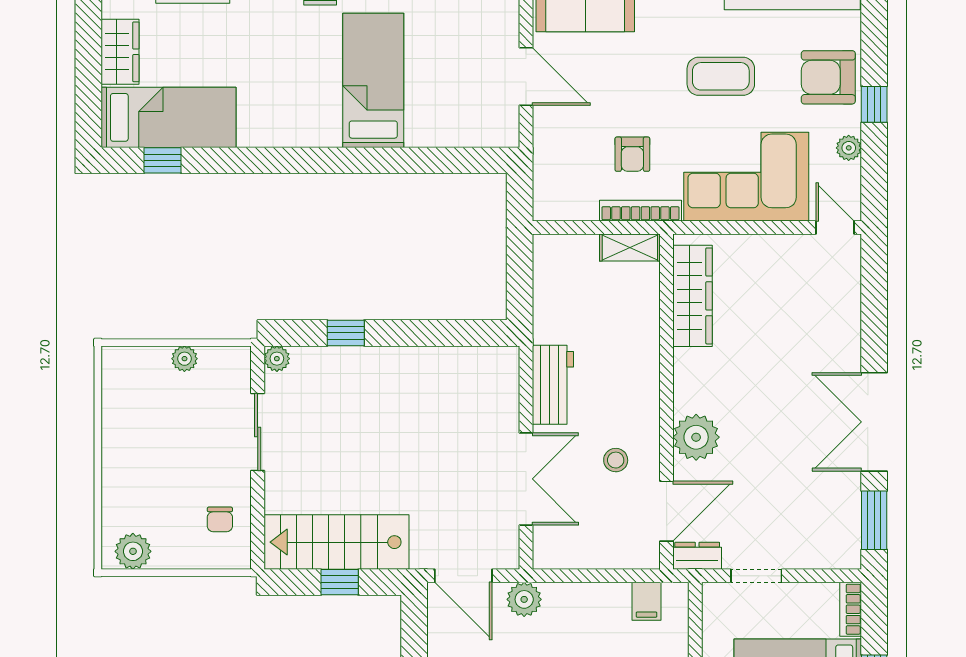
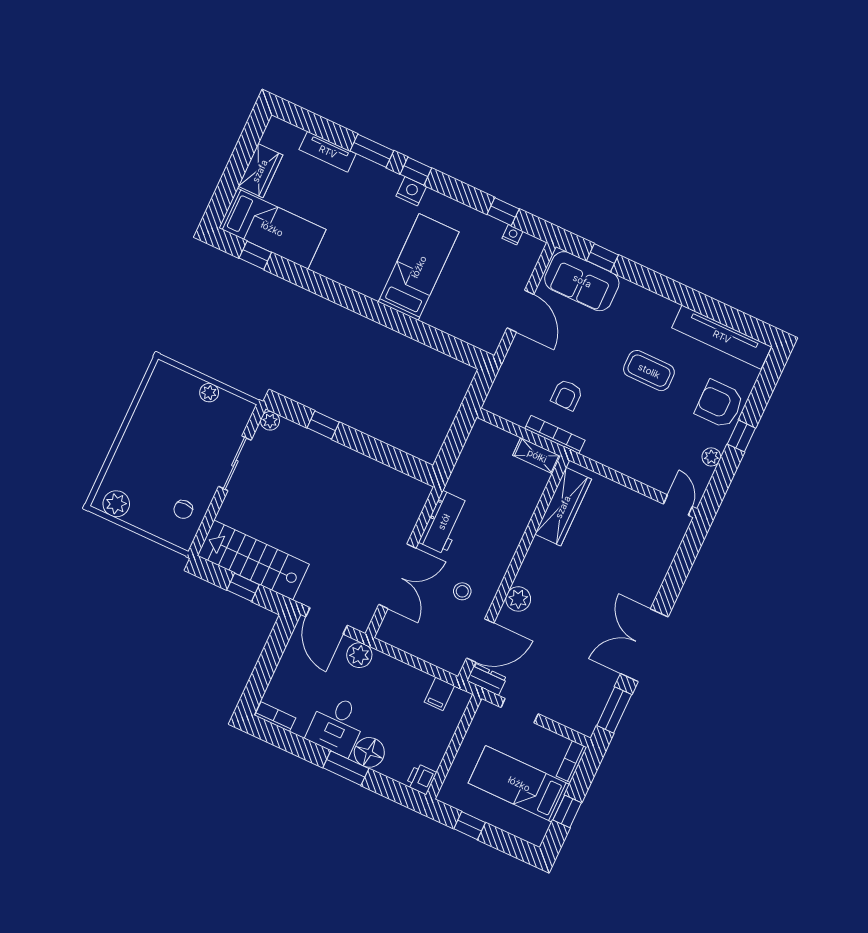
corner sofa: (746, 177) -> (635, 445), removed
plant: (696, 437) -> (518, 599), width x0.73, depth x0.73

